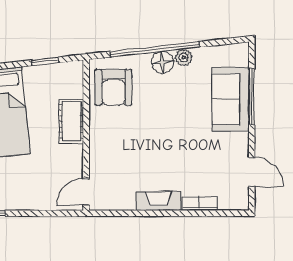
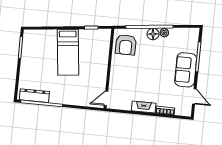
sofa: (231, 99) -> (186, 70), moved
cot: (71, 121) -> (102, 61), removed

